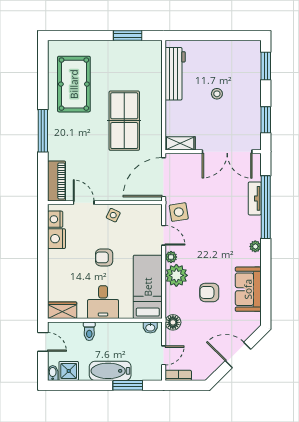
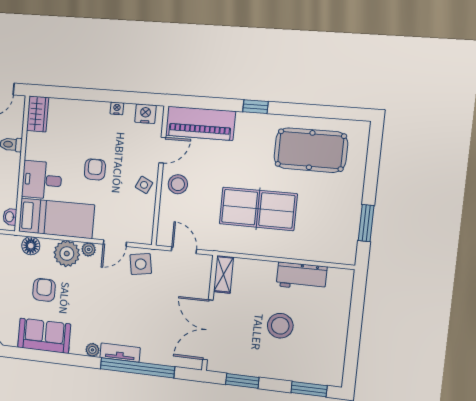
workbench: (175, 74) -> (302, 276), width x0.73
stool: (217, 94) -> (280, 326), width x1.89, depth x1.89
window: (43, 131) -> (255, 107), width x0.46
door: (164, 177) -> (184, 250), width x0.53
piano: (56, 181) -> (200, 123), width x1.37, depth x1.33
stool: (110, 187) -> (178, 184), added
tv unit: (255, 198) -> (120, 353), moved
nightstand: (56, 239) -> (117, 108), width x0.53, depth x0.56
desk: (103, 302) -> (42, 180), moved
floor lamp: (173, 322) -> (31, 246), moved

